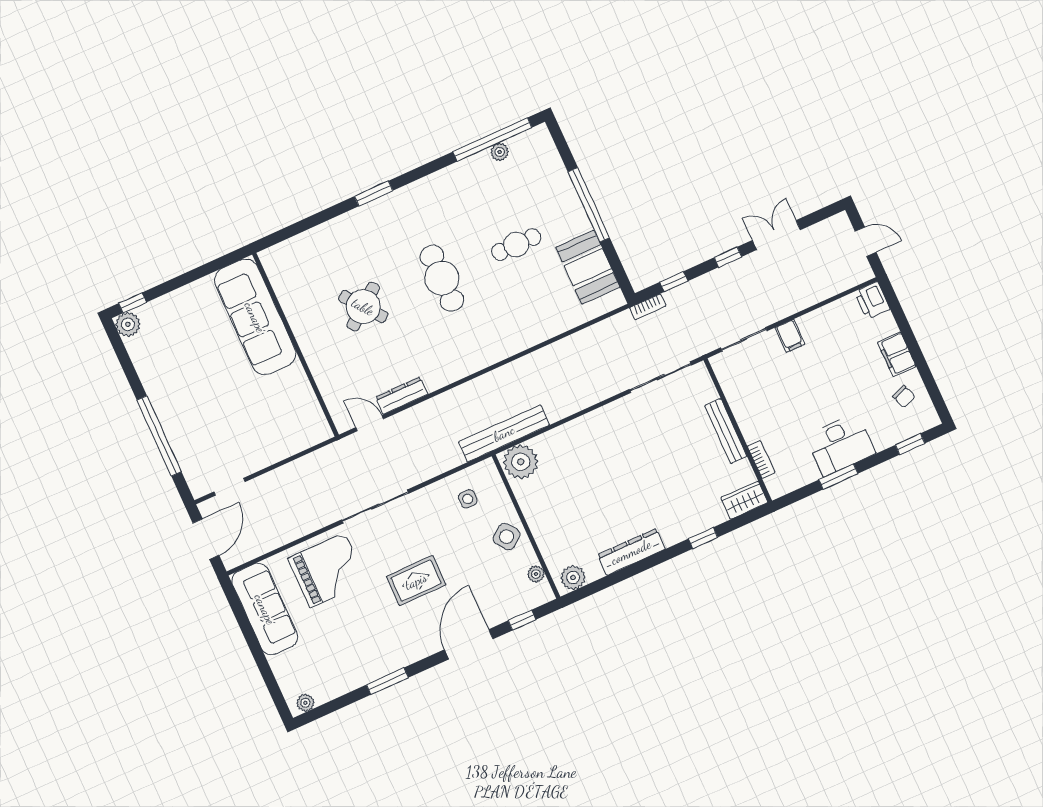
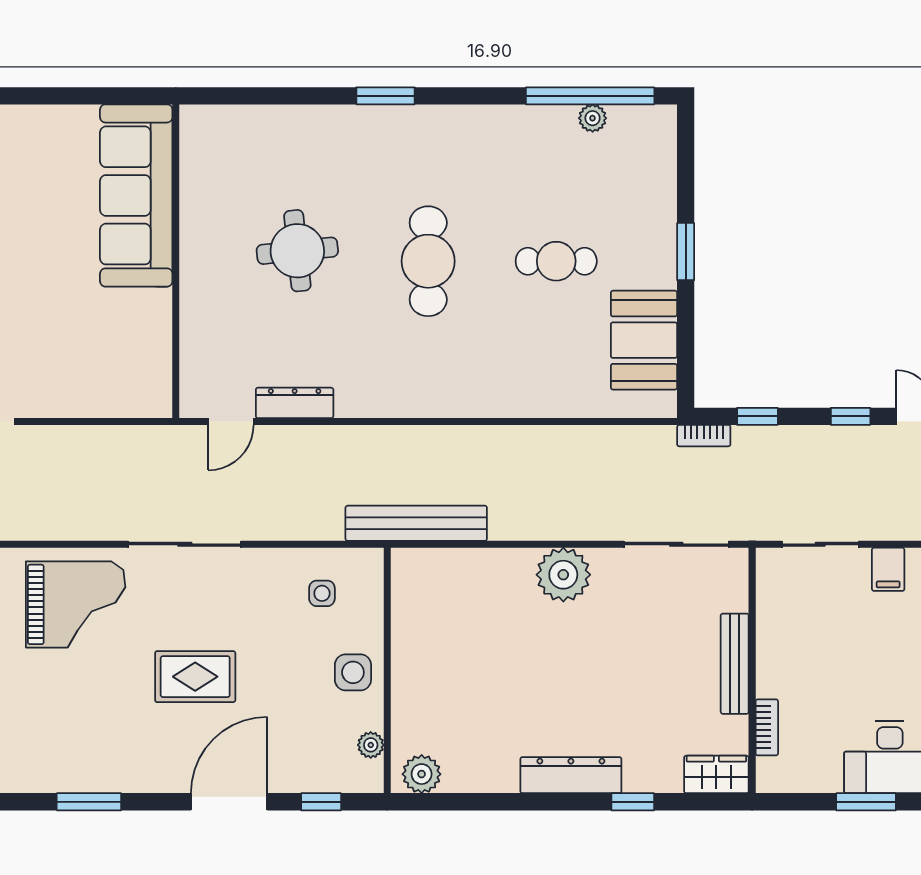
window: (589, 205) -> (686, 252), width x0.47
round table: (363, 307) -> (297, 251), turned 32
door: (370, 423) -> (231, 421), swing flipped
plant: (521, 462) -> (563, 575), moved
side table: (506, 537) -> (353, 672), turned 36
dresser: (631, 552) -> (571, 775), moved

